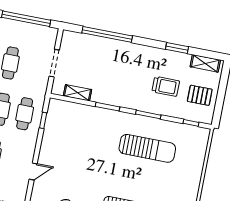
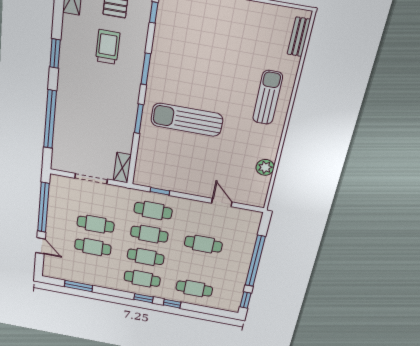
window: (177, 48) -> (55, 53), moved
shelving: (77, 93) -> (122, 168), moved
sun lounger: (147, 148) -> (187, 120), moved, turned -90

